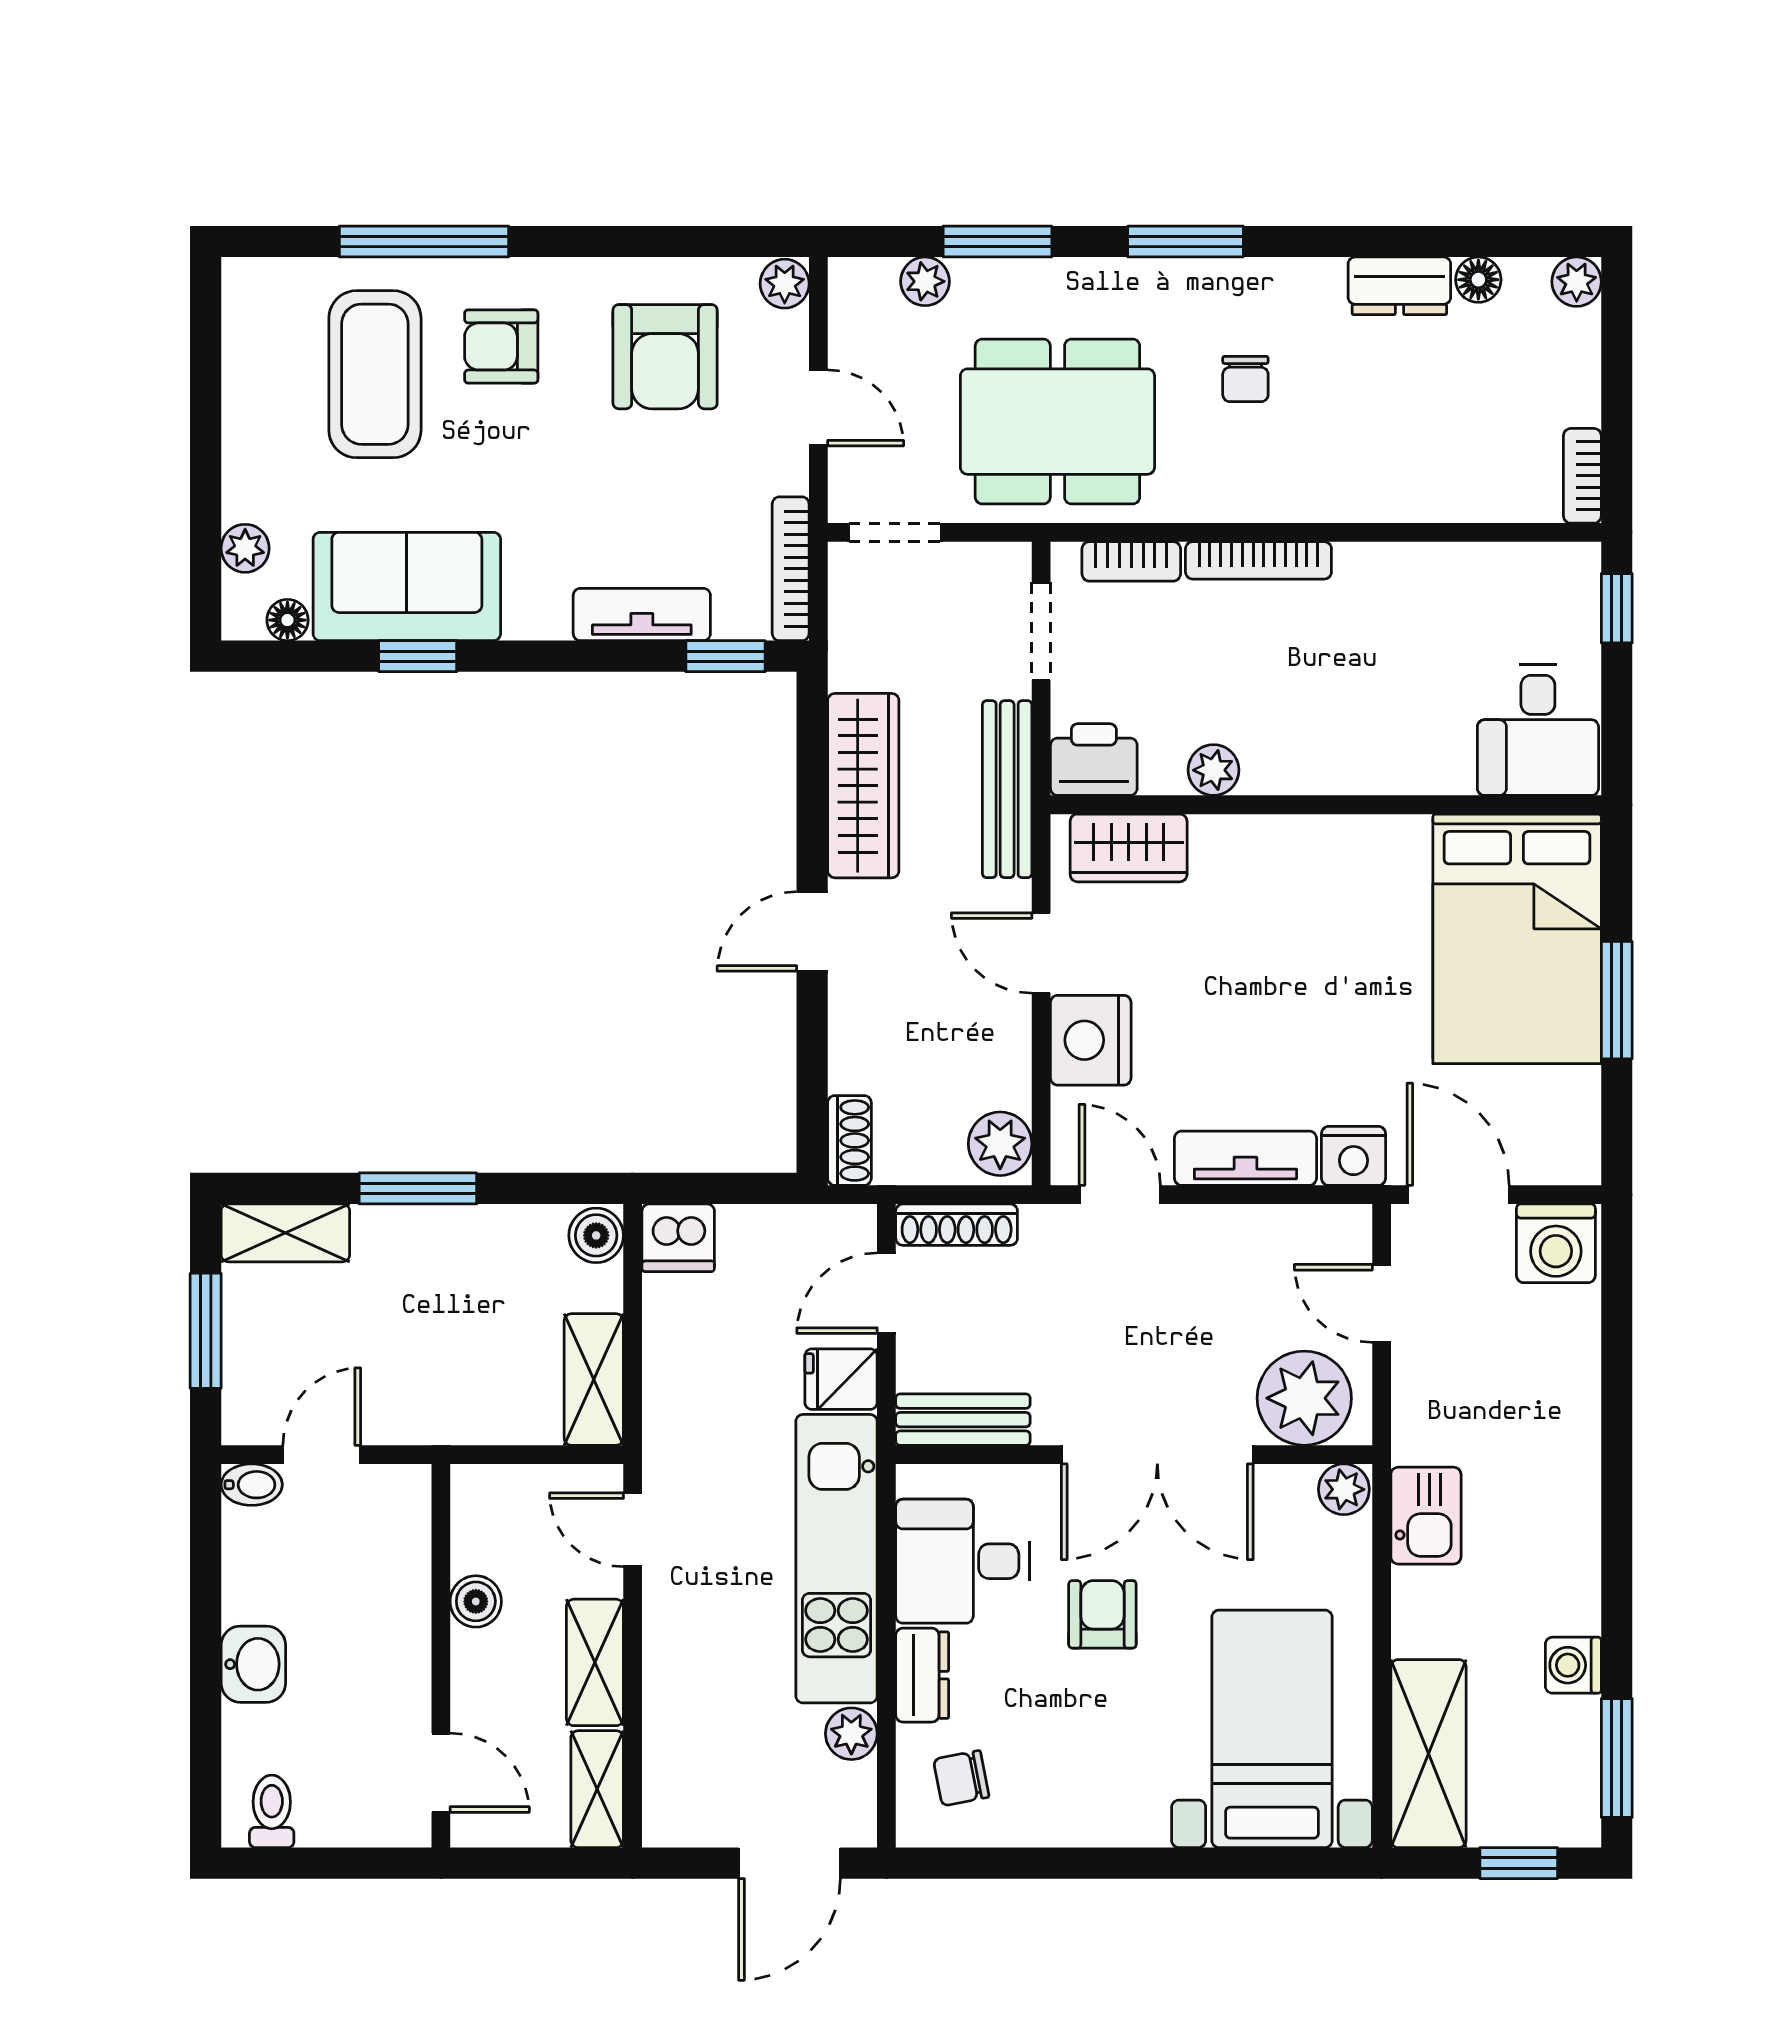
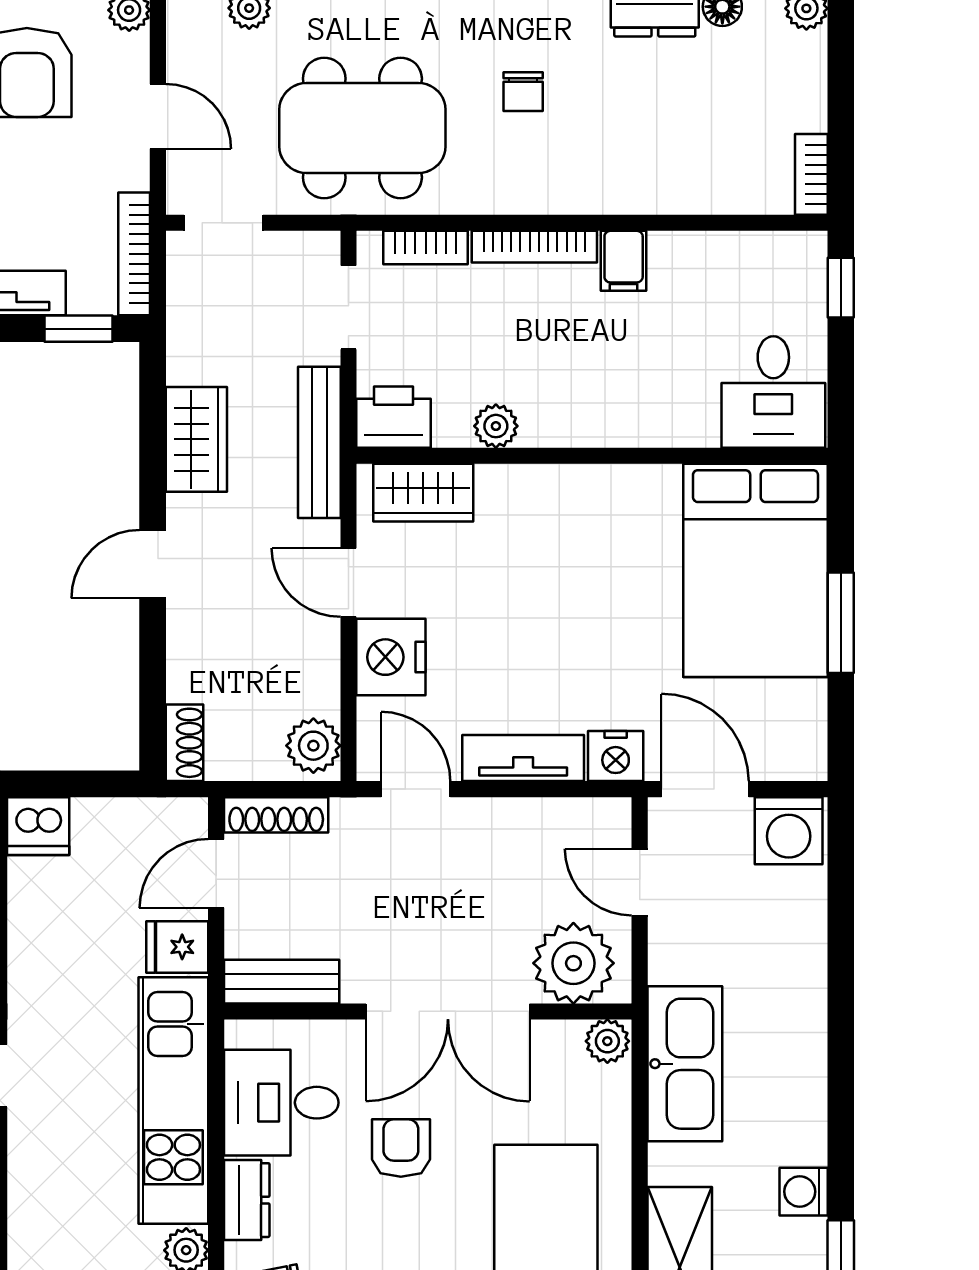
filing cabinet: (1363, 577) -> (624, 261), added
wardrobe: (863, 786) -> (196, 439), width x0.67
kitchen sink: (1426, 1516) -> (685, 1064), width x1.88, depth x1.24

